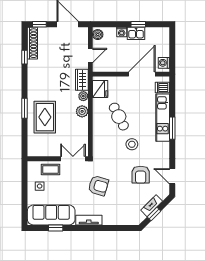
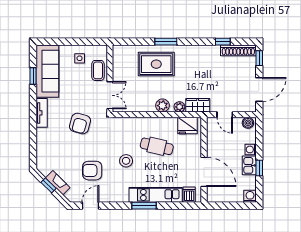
washing machine: (164, 63) -> (250, 196), moved
cafe table: (119, 117) -> (157, 146), turned 40

